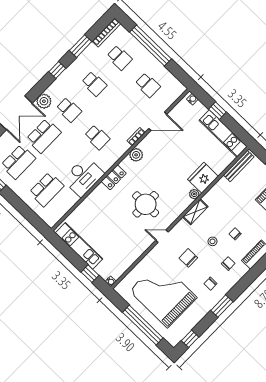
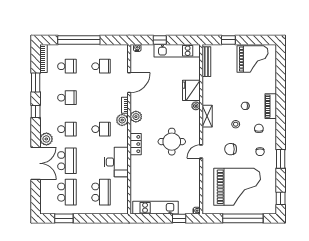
plant: (122, 147) -> (122, 120), added
grand piano: (163, 294) -> (237, 187), turned 180

